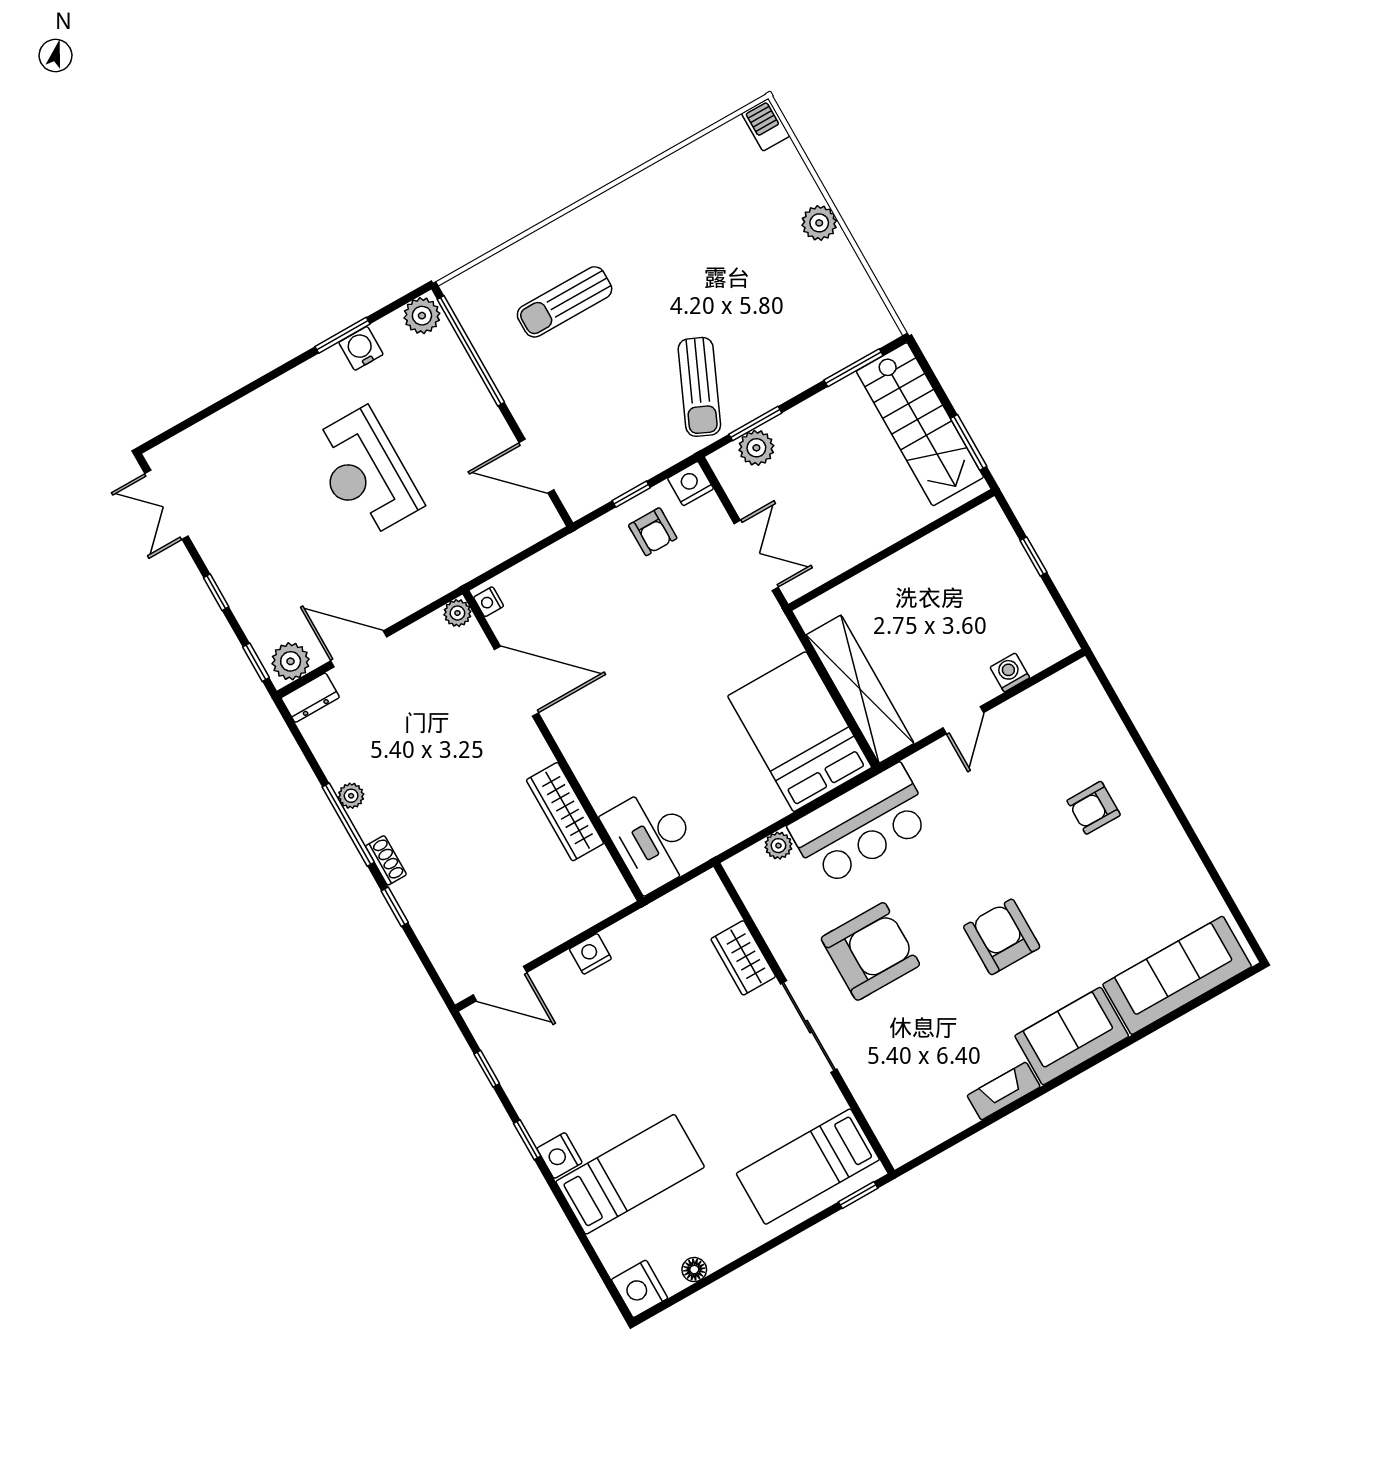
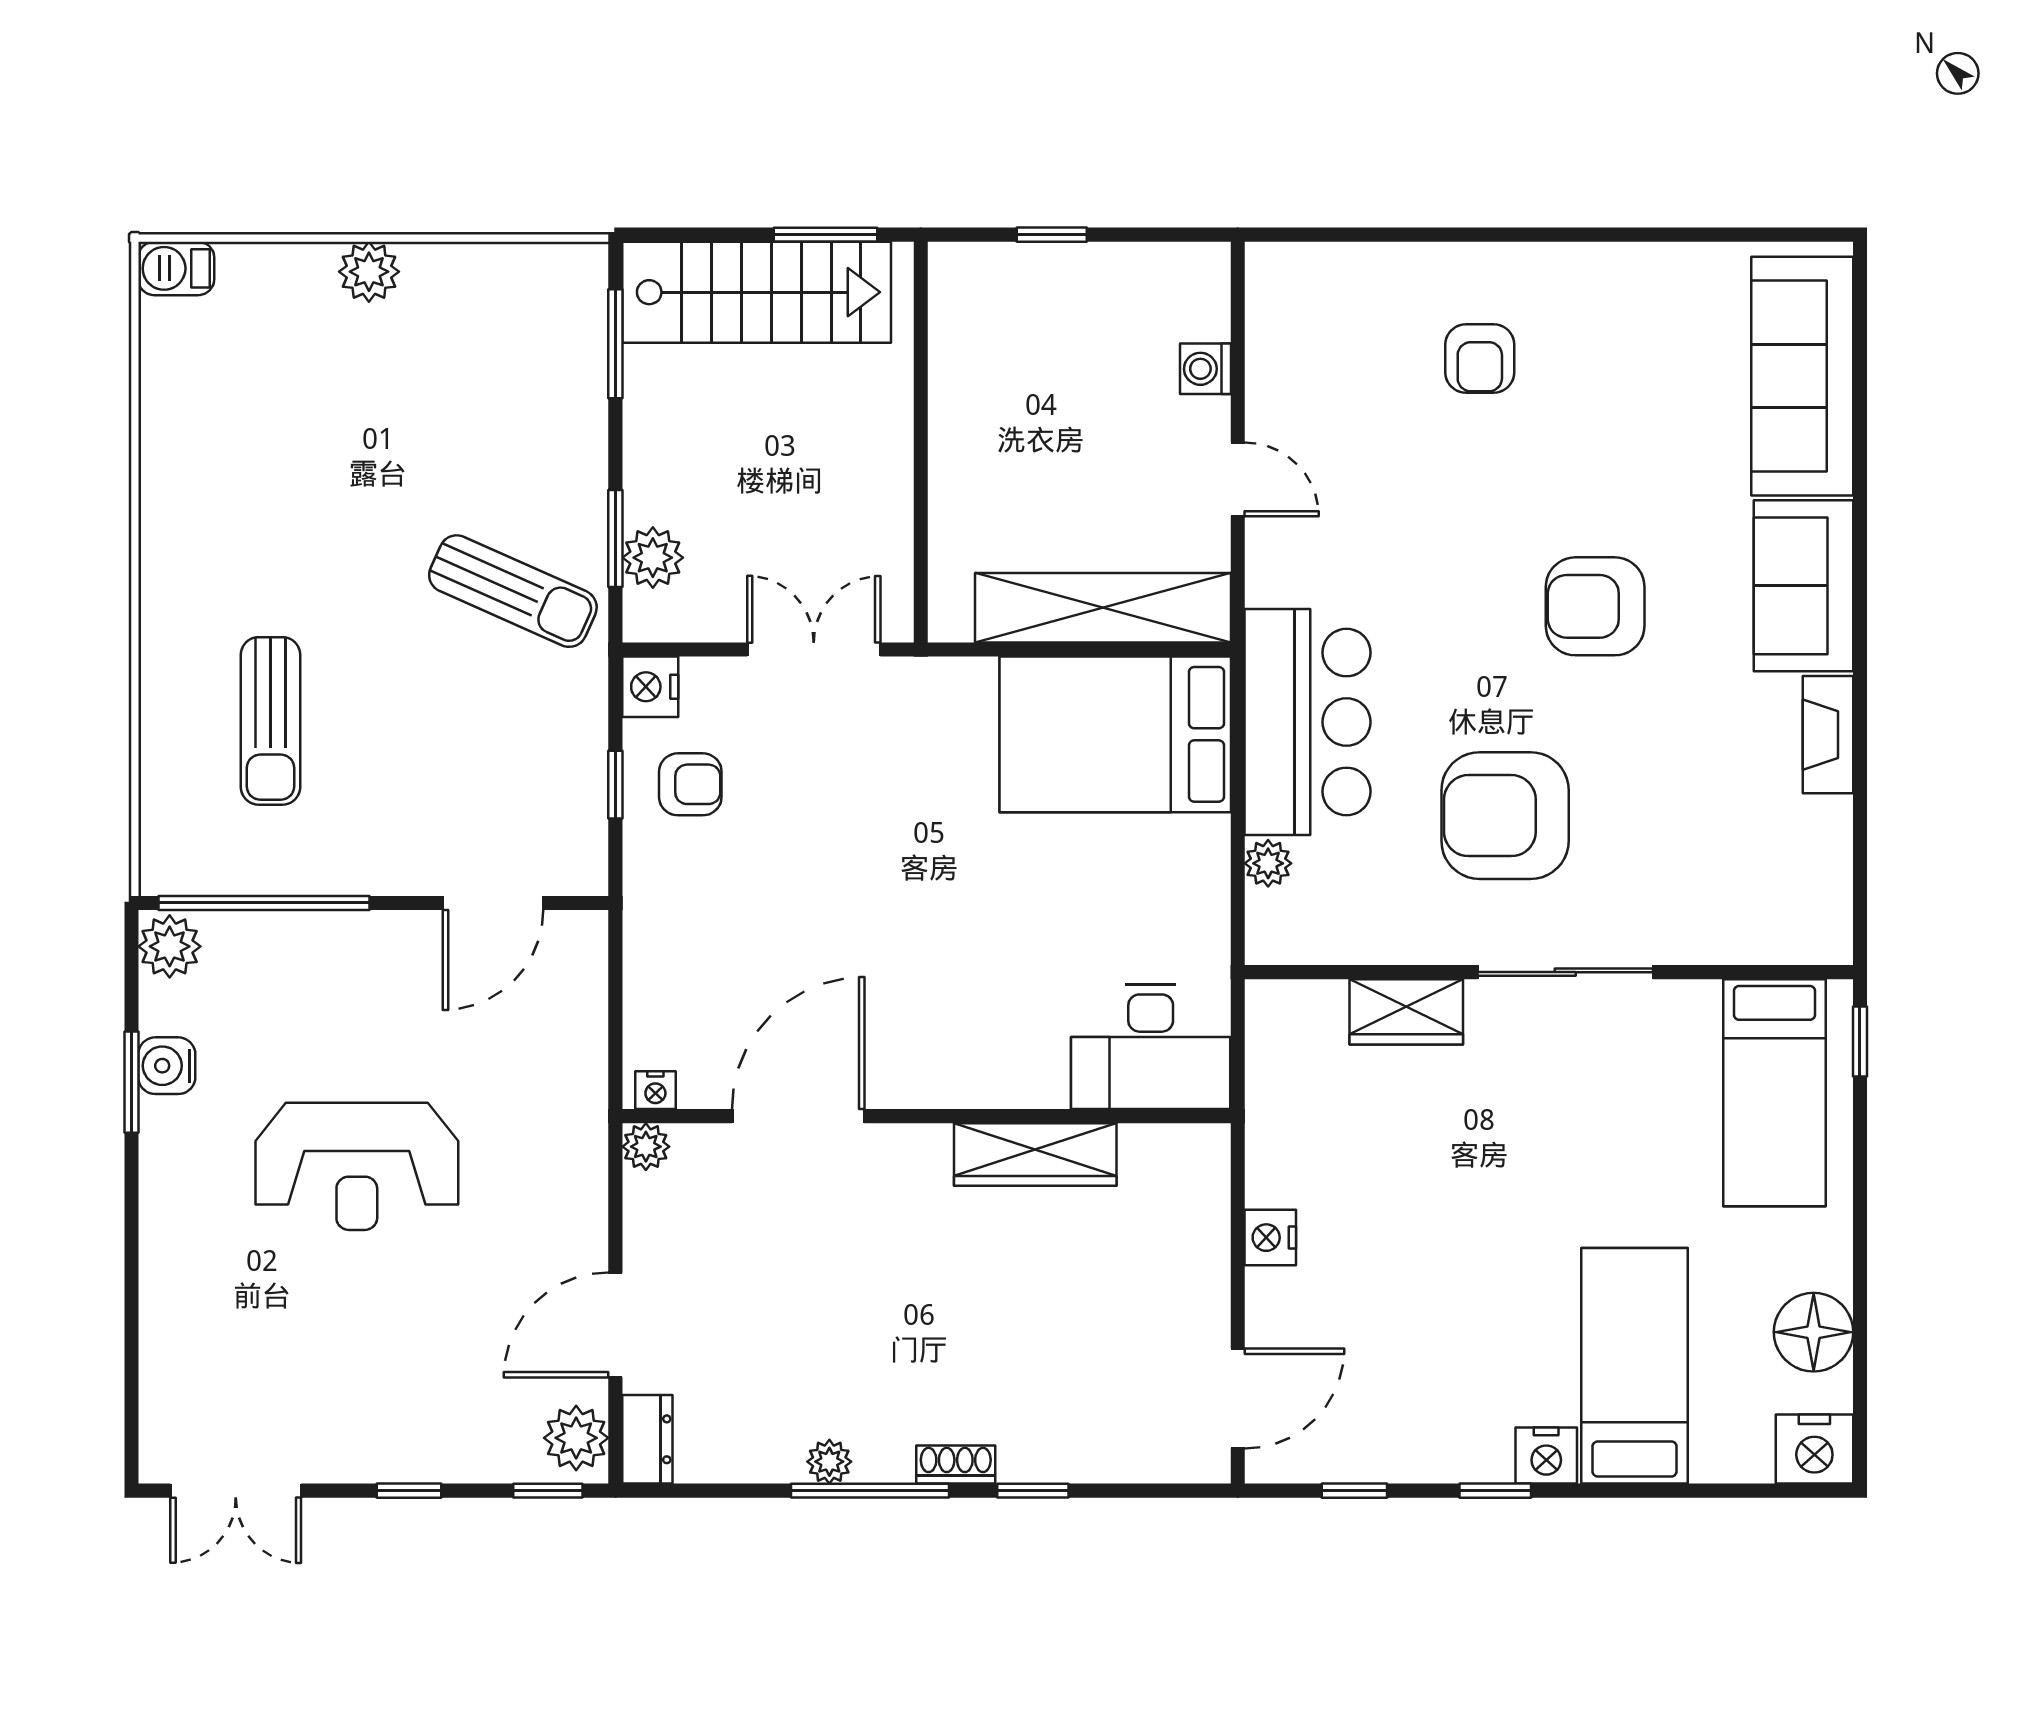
armchair: (870, 951) -> (1505, 816), turned -90
floor lamp: (694, 1270) -> (1814, 1332), width x1.89, depth x1.89

